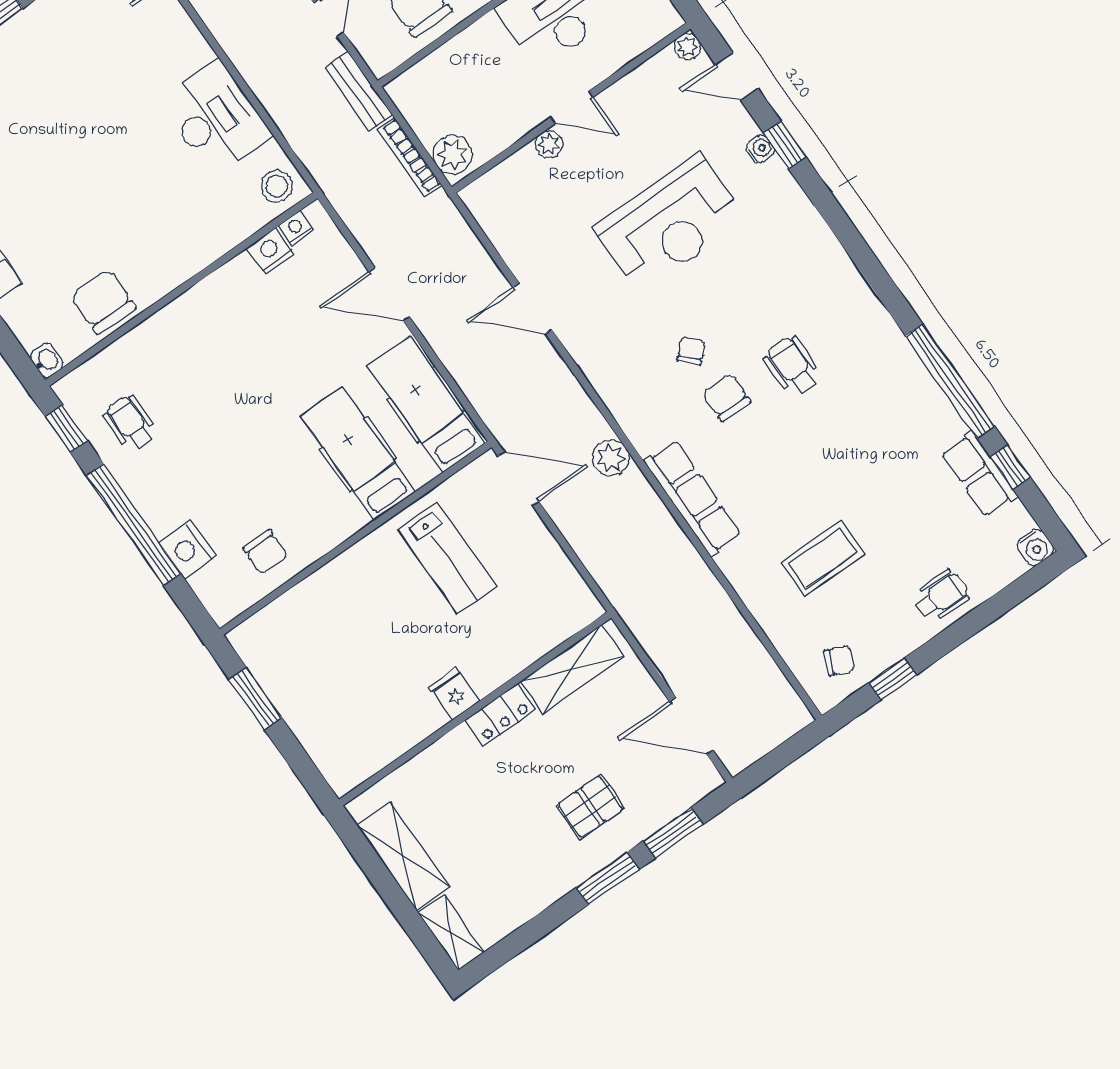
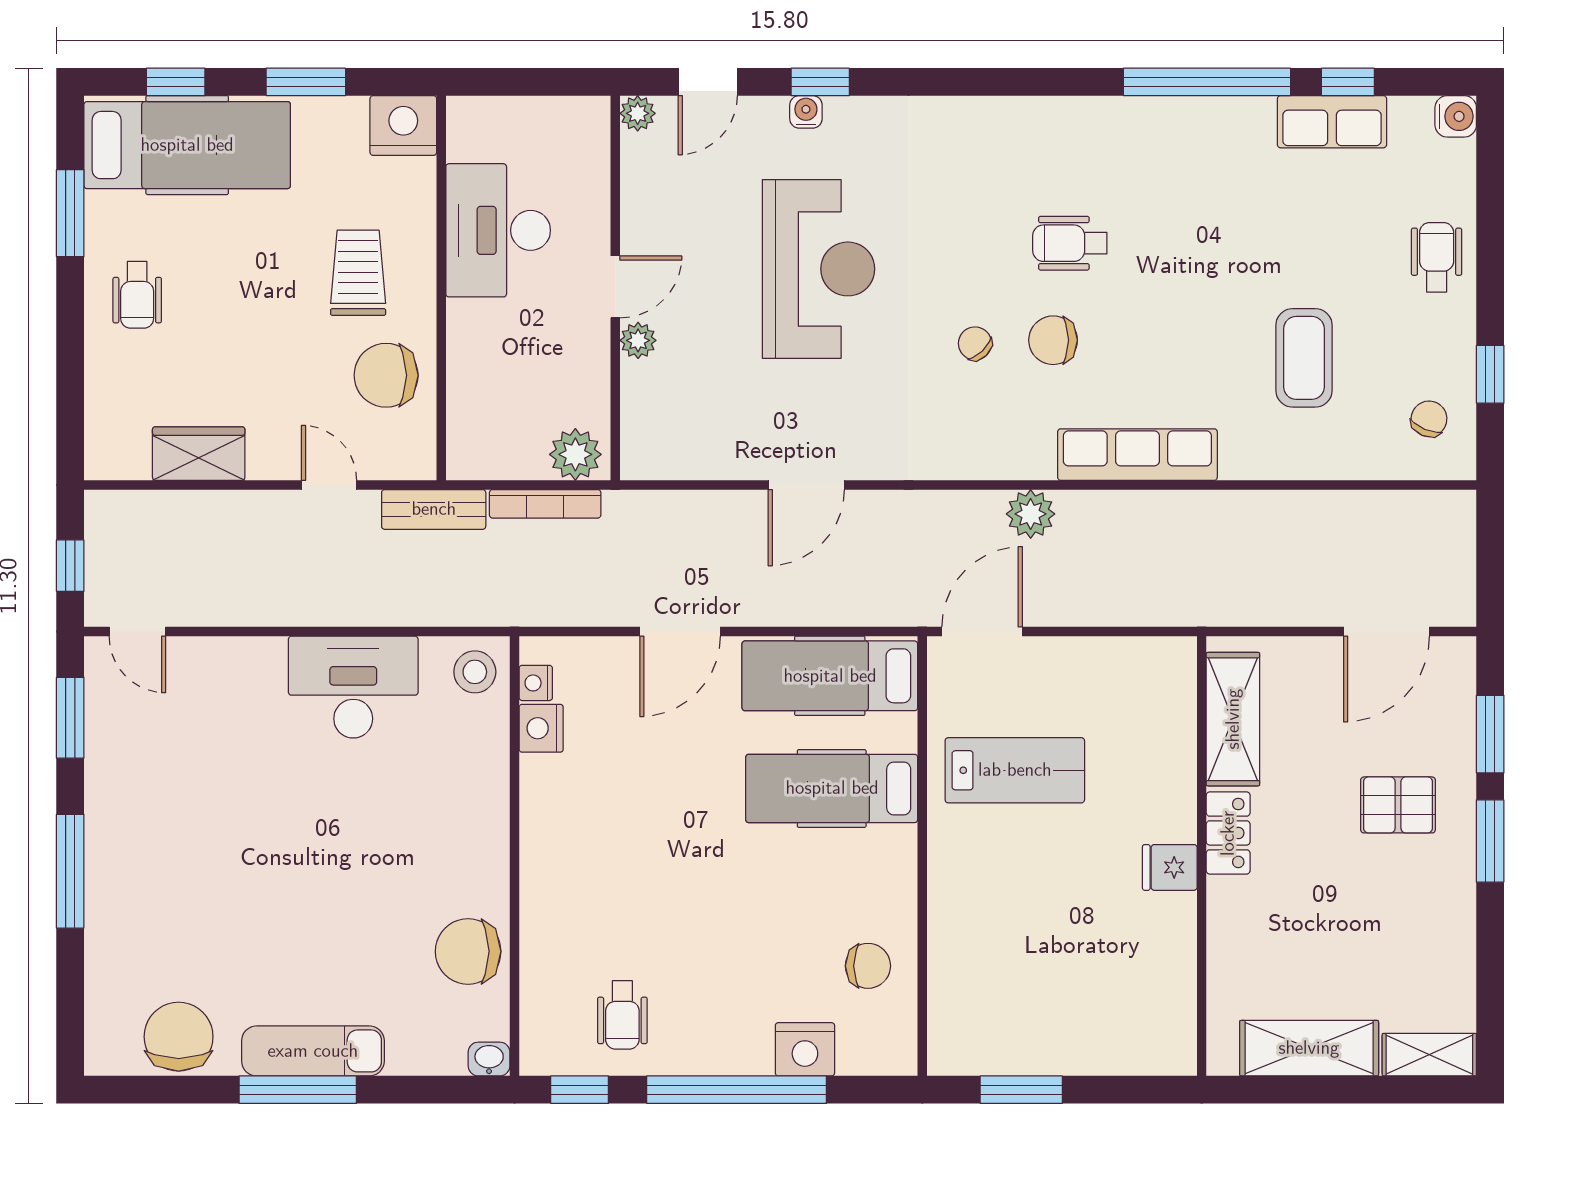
wheelchair: (130, 423) -> (622, 1015), turned -90
pallet: (590, 807) -> (1398, 805), turned 90

